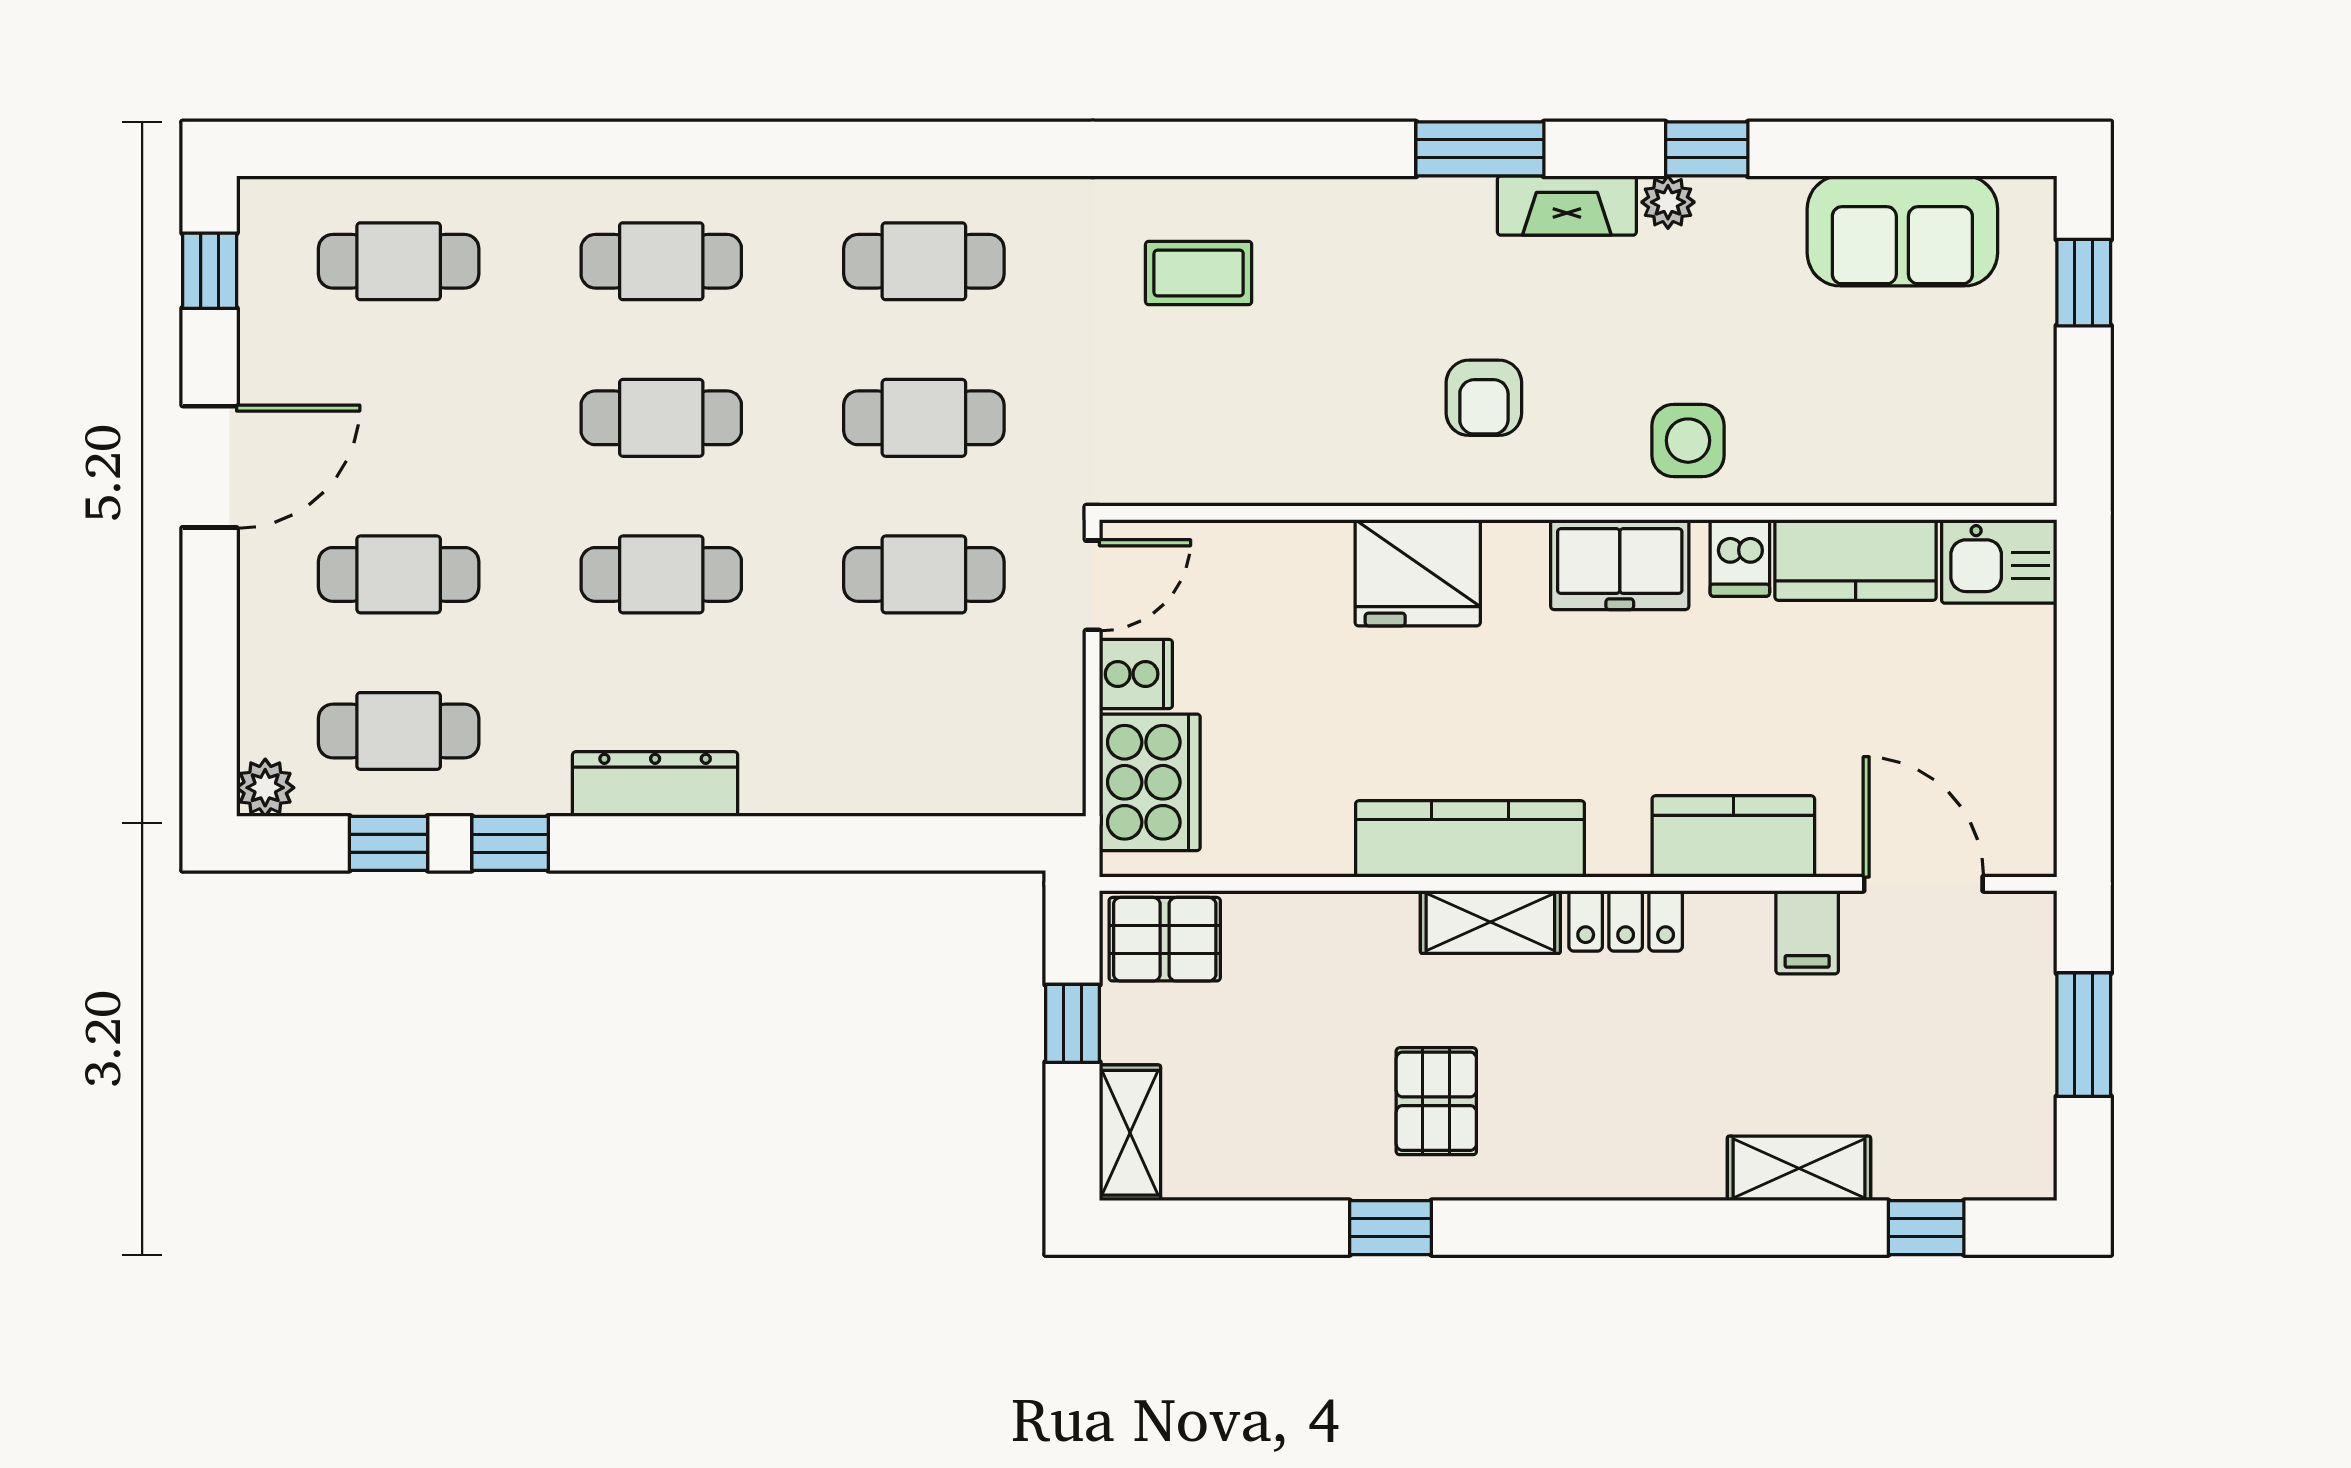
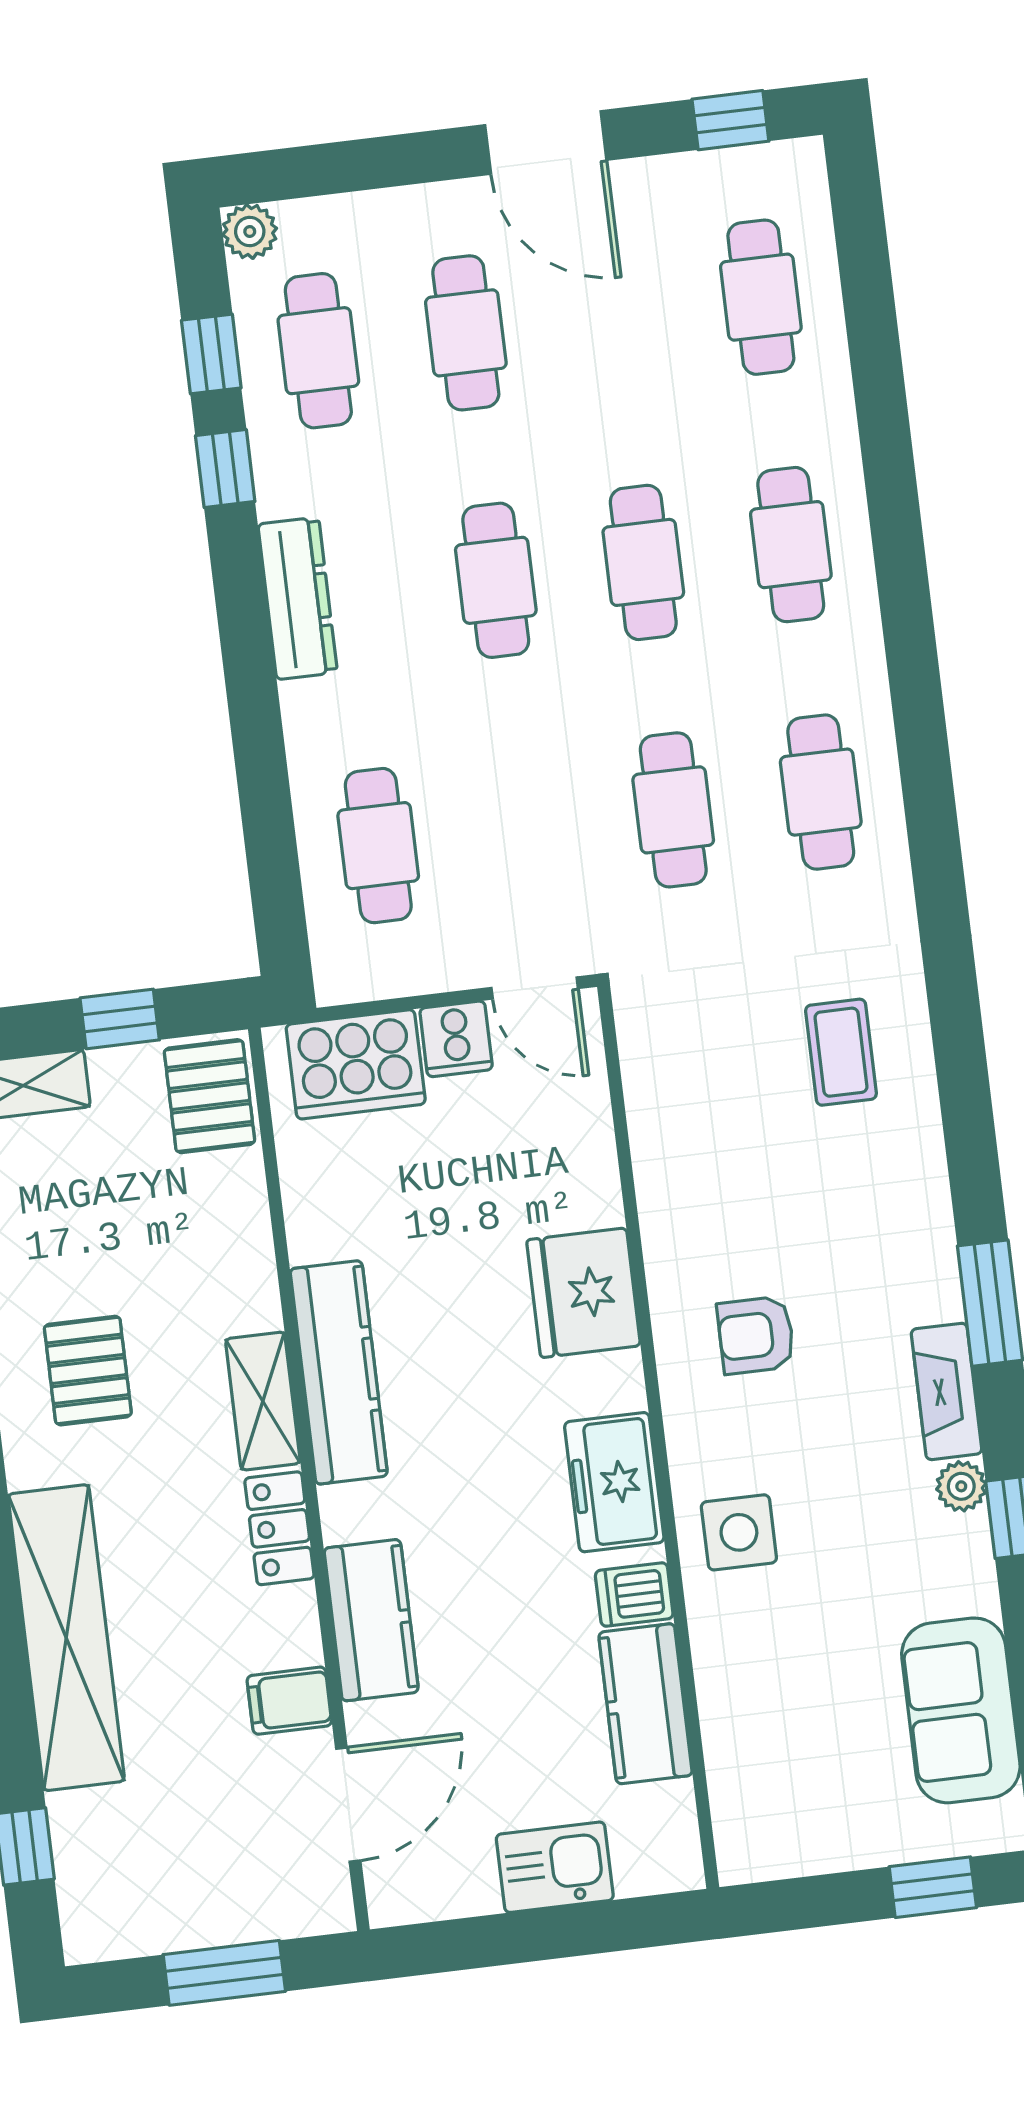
kitchen sink: (1999, 561) -> (555, 1867), moved, turned 90
cafe table: (924, 574) -> (378, 846), moved
pallet: (1436, 1101) -> (88, 1371), turned 90
shelving: (1799, 1168) -> (66, 1638), width x2.20, depth x1.33

